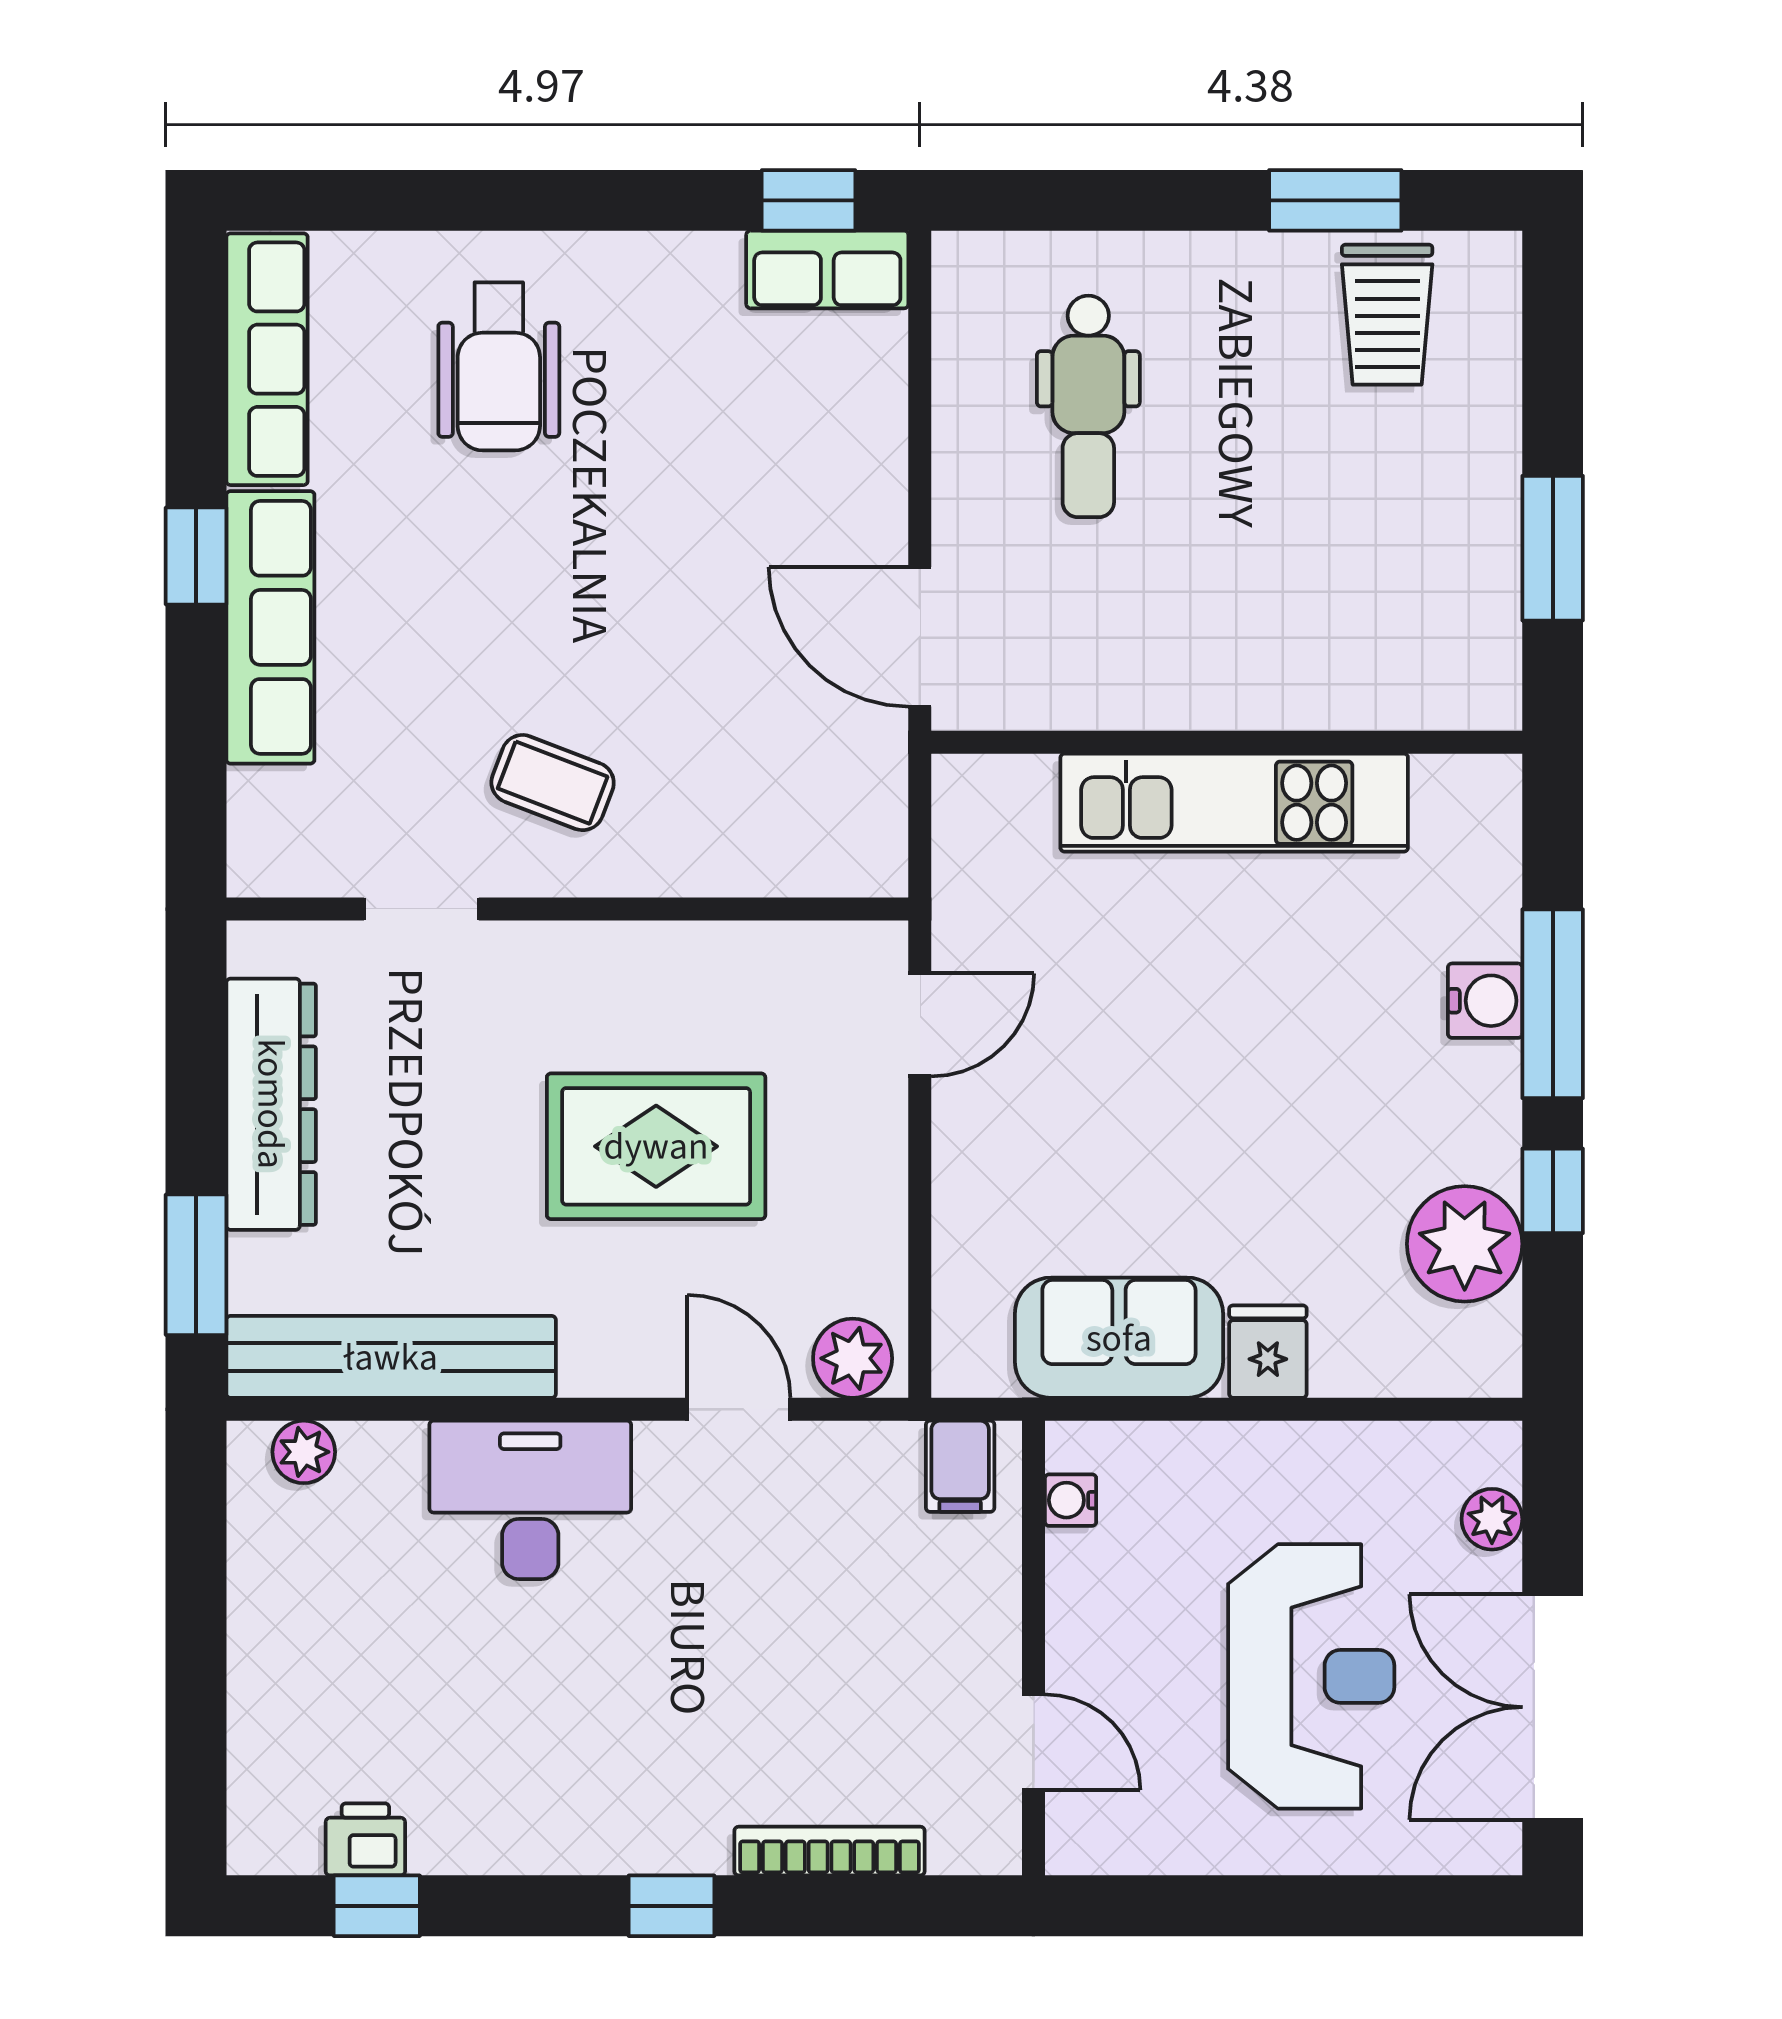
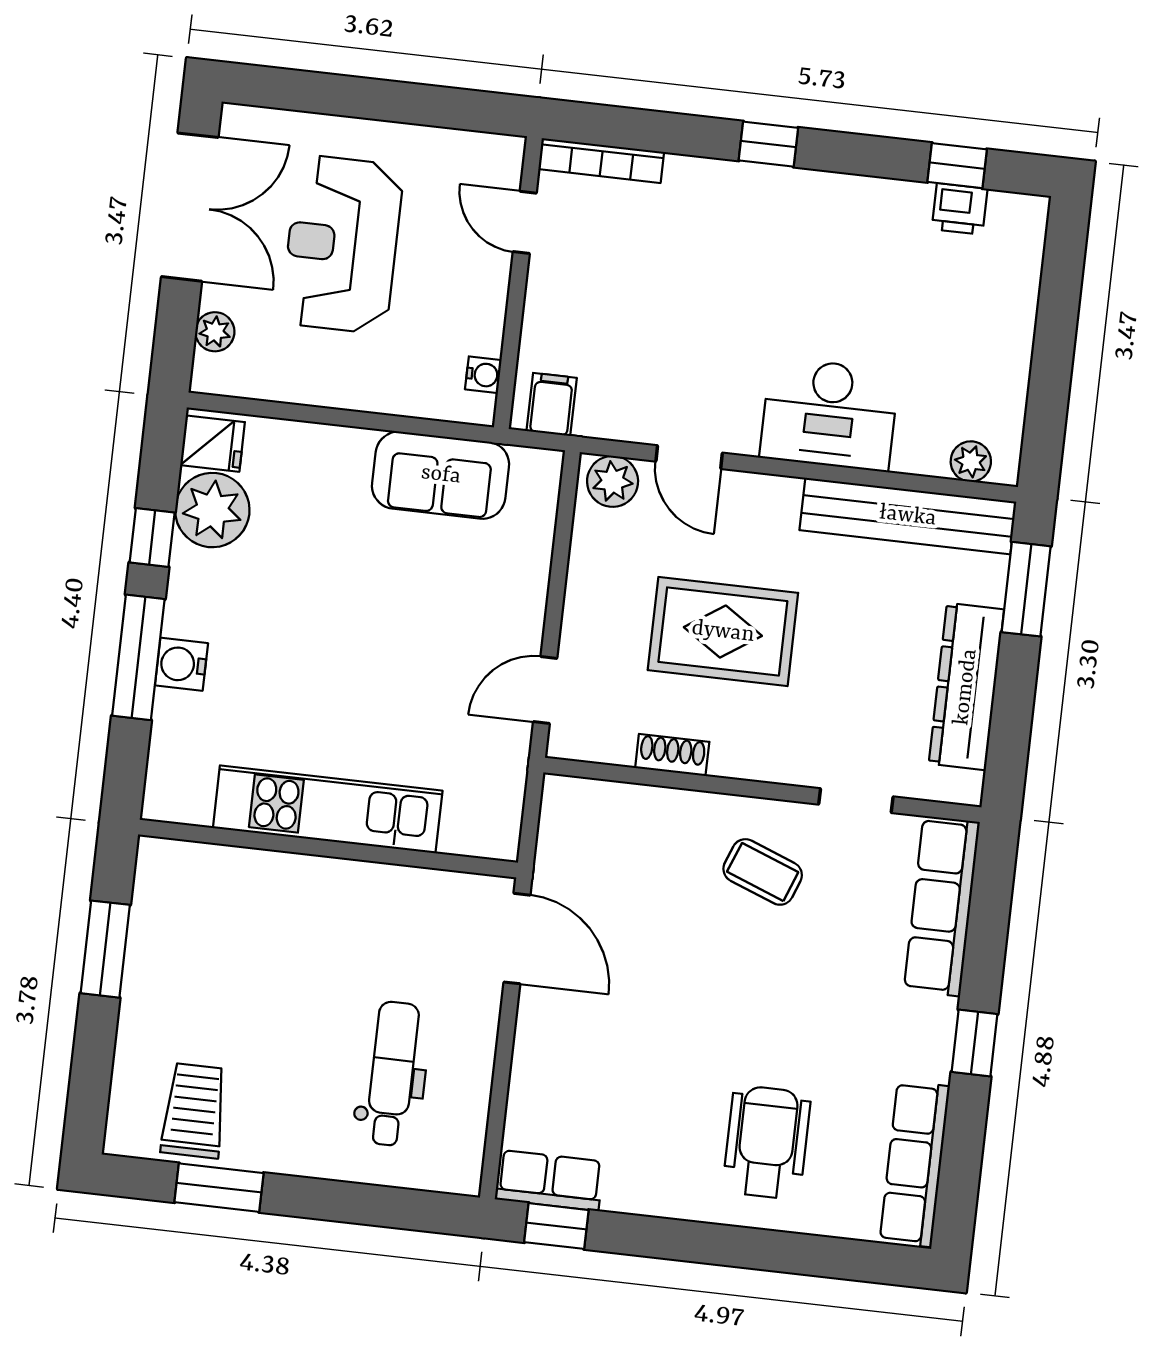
row of seats: (270, 627) -> (942, 906), moved
shoe rack: (713, 947) -> (672, 755), added
fridge: (1268, 1352) -> (212, 444), moved, turned -90
bookcase: (830, 1851) -> (601, 161), moved

